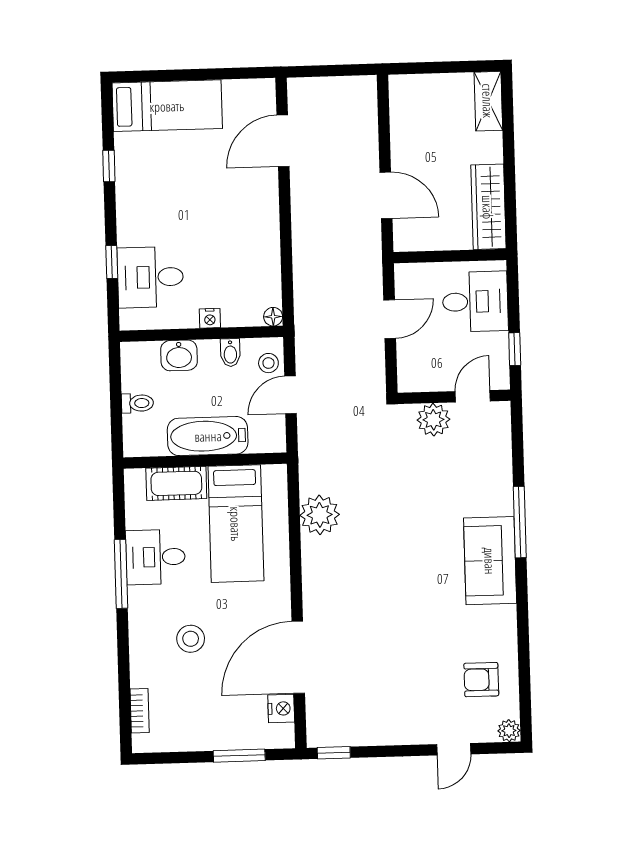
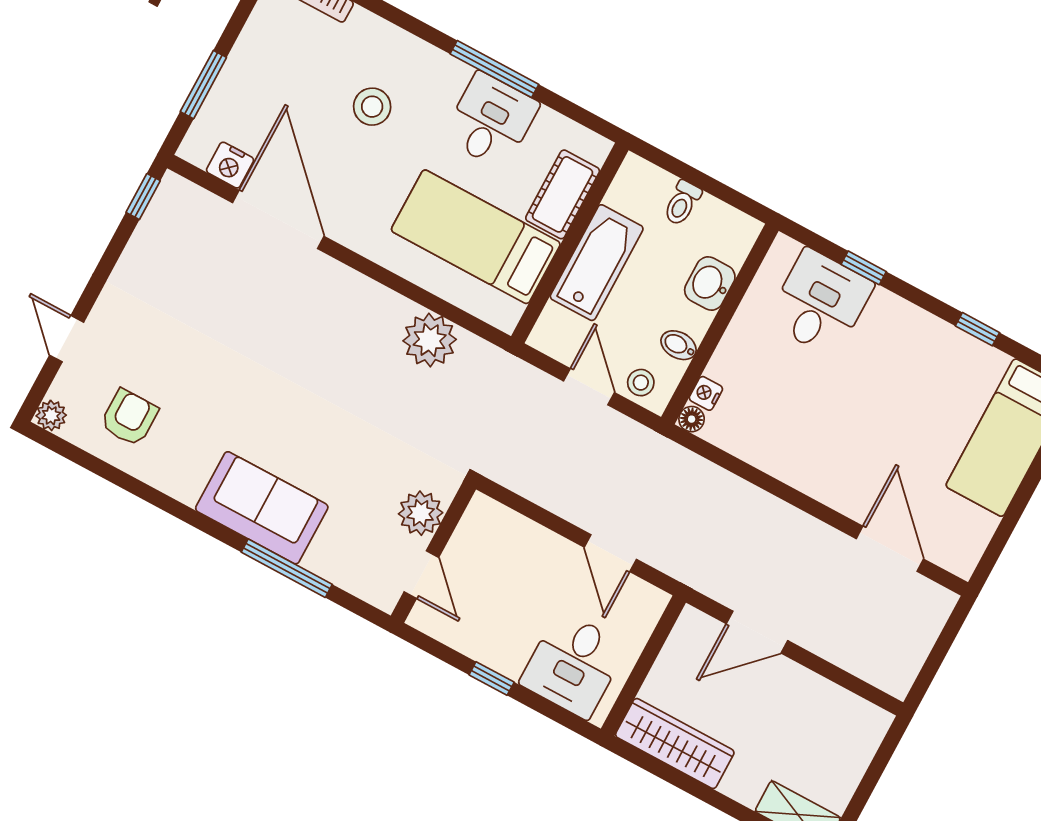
nightstand: (210, 318) -> (706, 393), moved
door: (473, 396) -> (421, 575), moved
wall: (454, 397) -> (433, 553), moved
plant: (433, 420) -> (421, 513), moved

